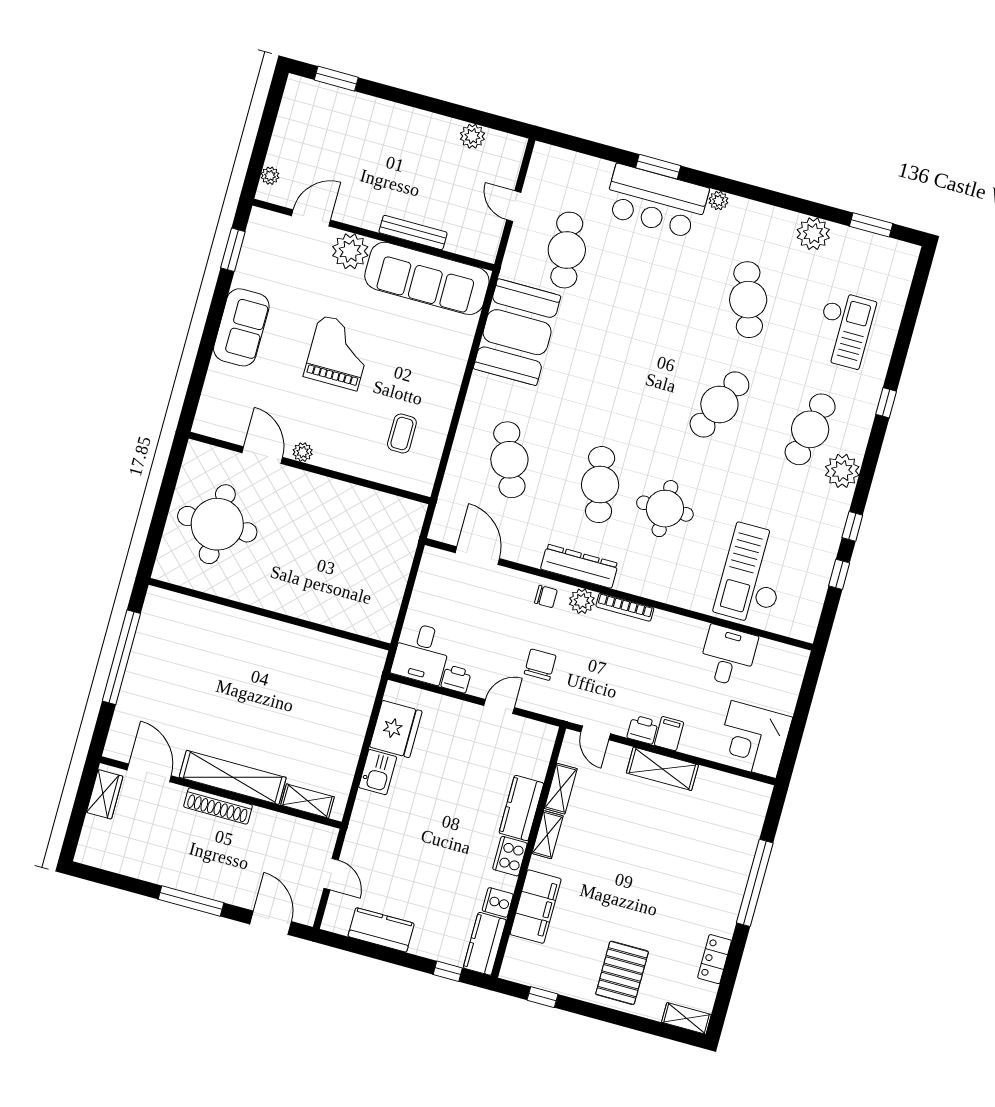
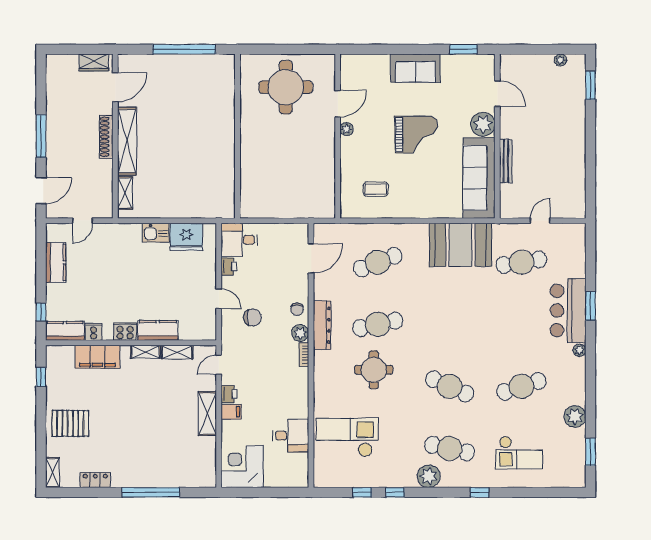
plant: (472, 136) -> (578, 182), removed
plant: (270, 176) -> (561, 60), moved
bookcase: (625, 607) -> (304, 355), width x0.64

